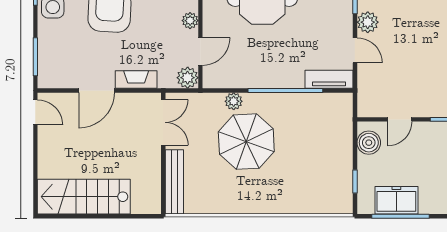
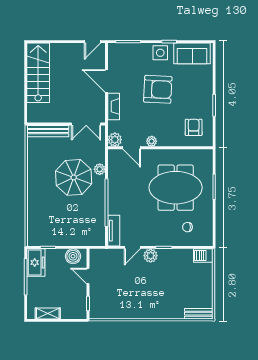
freezer: (396, 200) -> (36, 262), moved

